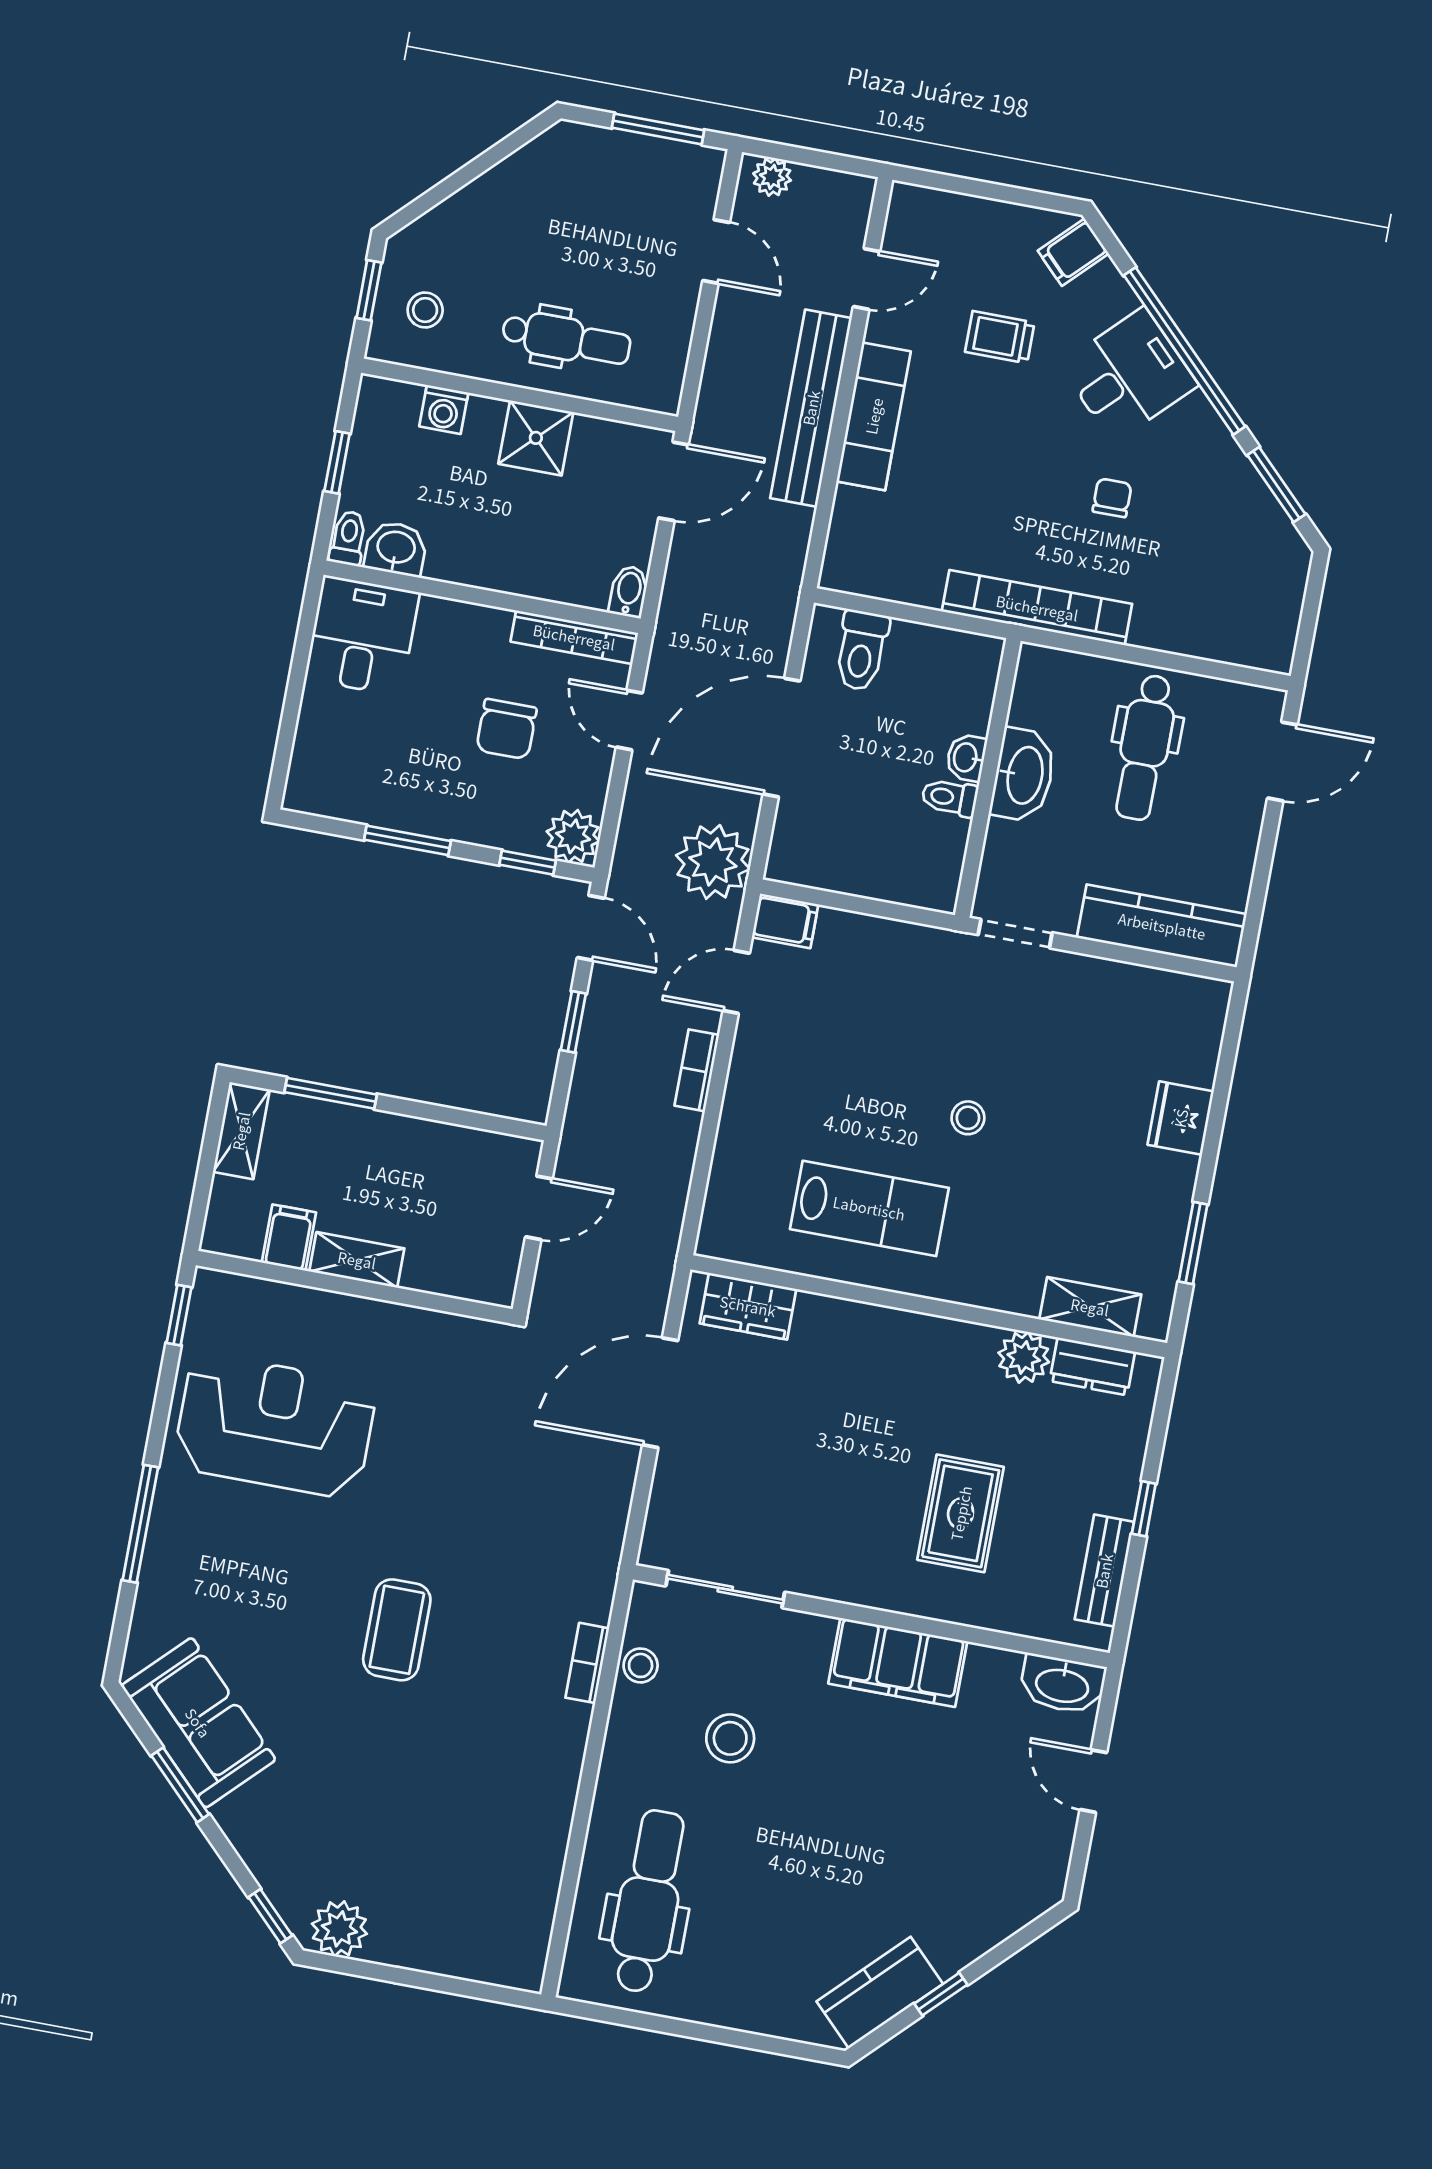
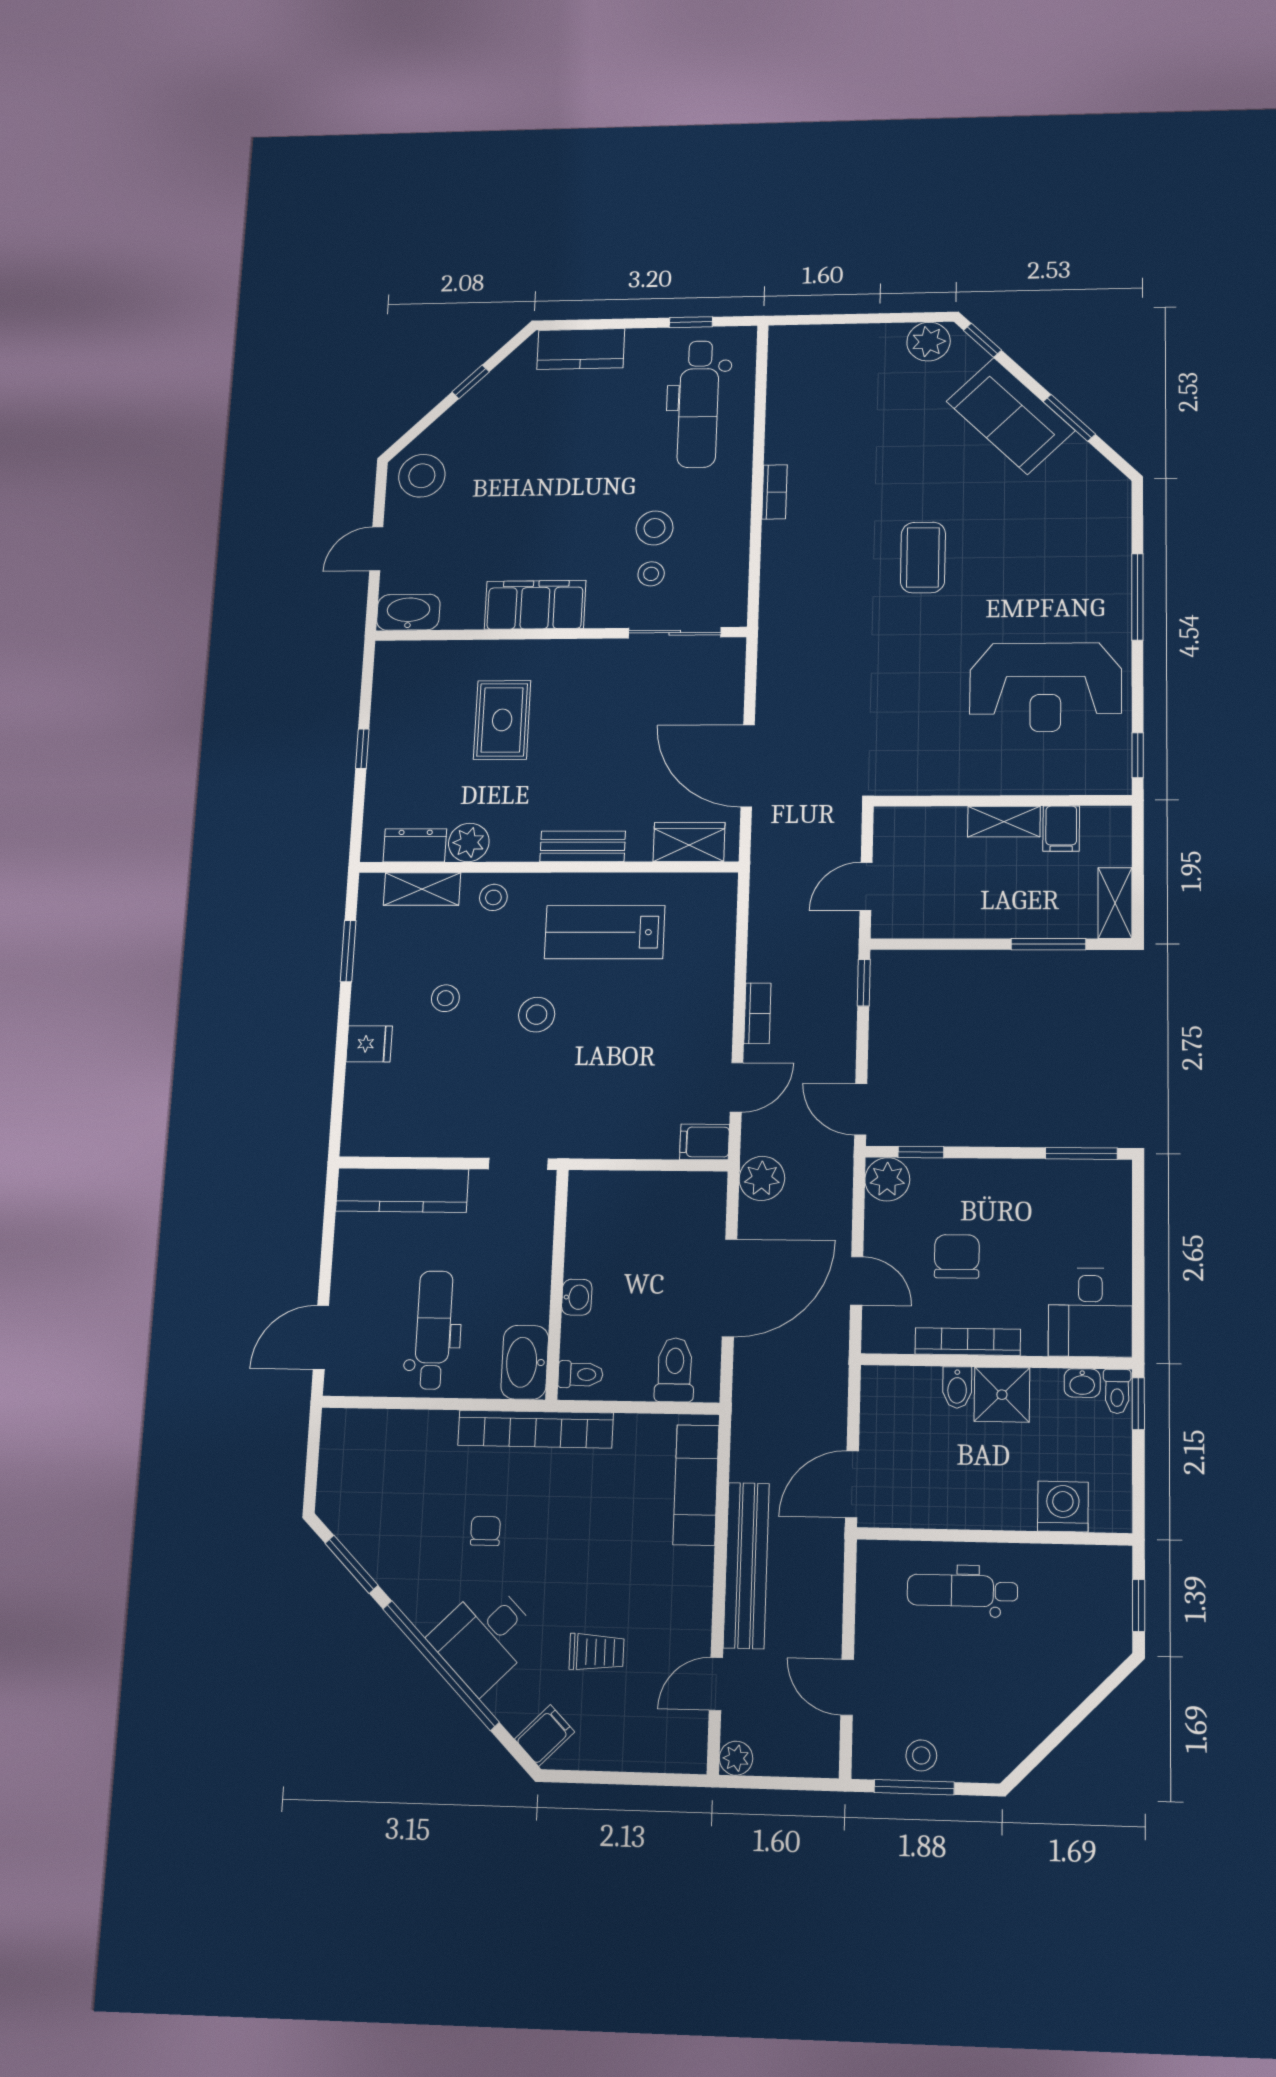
plant: (772, 177) -> (736, 1758), moved
stool: (425, 310) -> (921, 1755), moved
washing machine: (444, 410) -> (1063, 1507), width x1.38, depth x1.38
exam couch: (874, 416) -> (696, 1485), moved
shower: (536, 438) -> (1002, 1395), moved
window: (337, 462) -> (1138, 1404), moved
chair: (1112, 498) -> (485, 1531), turned 180
washbasin: (396, 549) -> (1082, 1383), width x0.72, depth x0.69
bidet: (629, 592) -> (957, 1387), moved
bookcase: (574, 637) -> (968, 1342), moved
washbasin: (1023, 775) -> (525, 1362), moved
toilet: (950, 798) -> (580, 1374), moved
window: (407, 840) -> (1081, 1153), moved
plant: (713, 862) -> (762, 1178), width x0.73, depth x0.73
window: (573, 1022) -> (864, 983), moved
stool: (968, 1118) -> (537, 1015), width x1.37, depth x1.37
fridge: (1181, 1118) -> (369, 1044), width x0.72
stool: (1078, 1159) -> (445, 998), added
stool: (1002, 1279) -> (493, 897), added
door: (660, 1393) -> (748, 766), swing flipped
bench: (1104, 1571) -> (583, 846), moved, turned 90
bookcase: (587, 1663) -> (774, 492), moved
stool: (641, 1665) -> (651, 574), moved
sofa: (198, 1723) -> (1010, 416), moved
door: (1093, 1781) -> (376, 549), swing flipped
stool: (1021, 1873) -> (422, 476), added
kitchen counter: (880, 1993) -> (581, 349), moved, turned 45
window: (641, 2020) -> (691, 322), added

